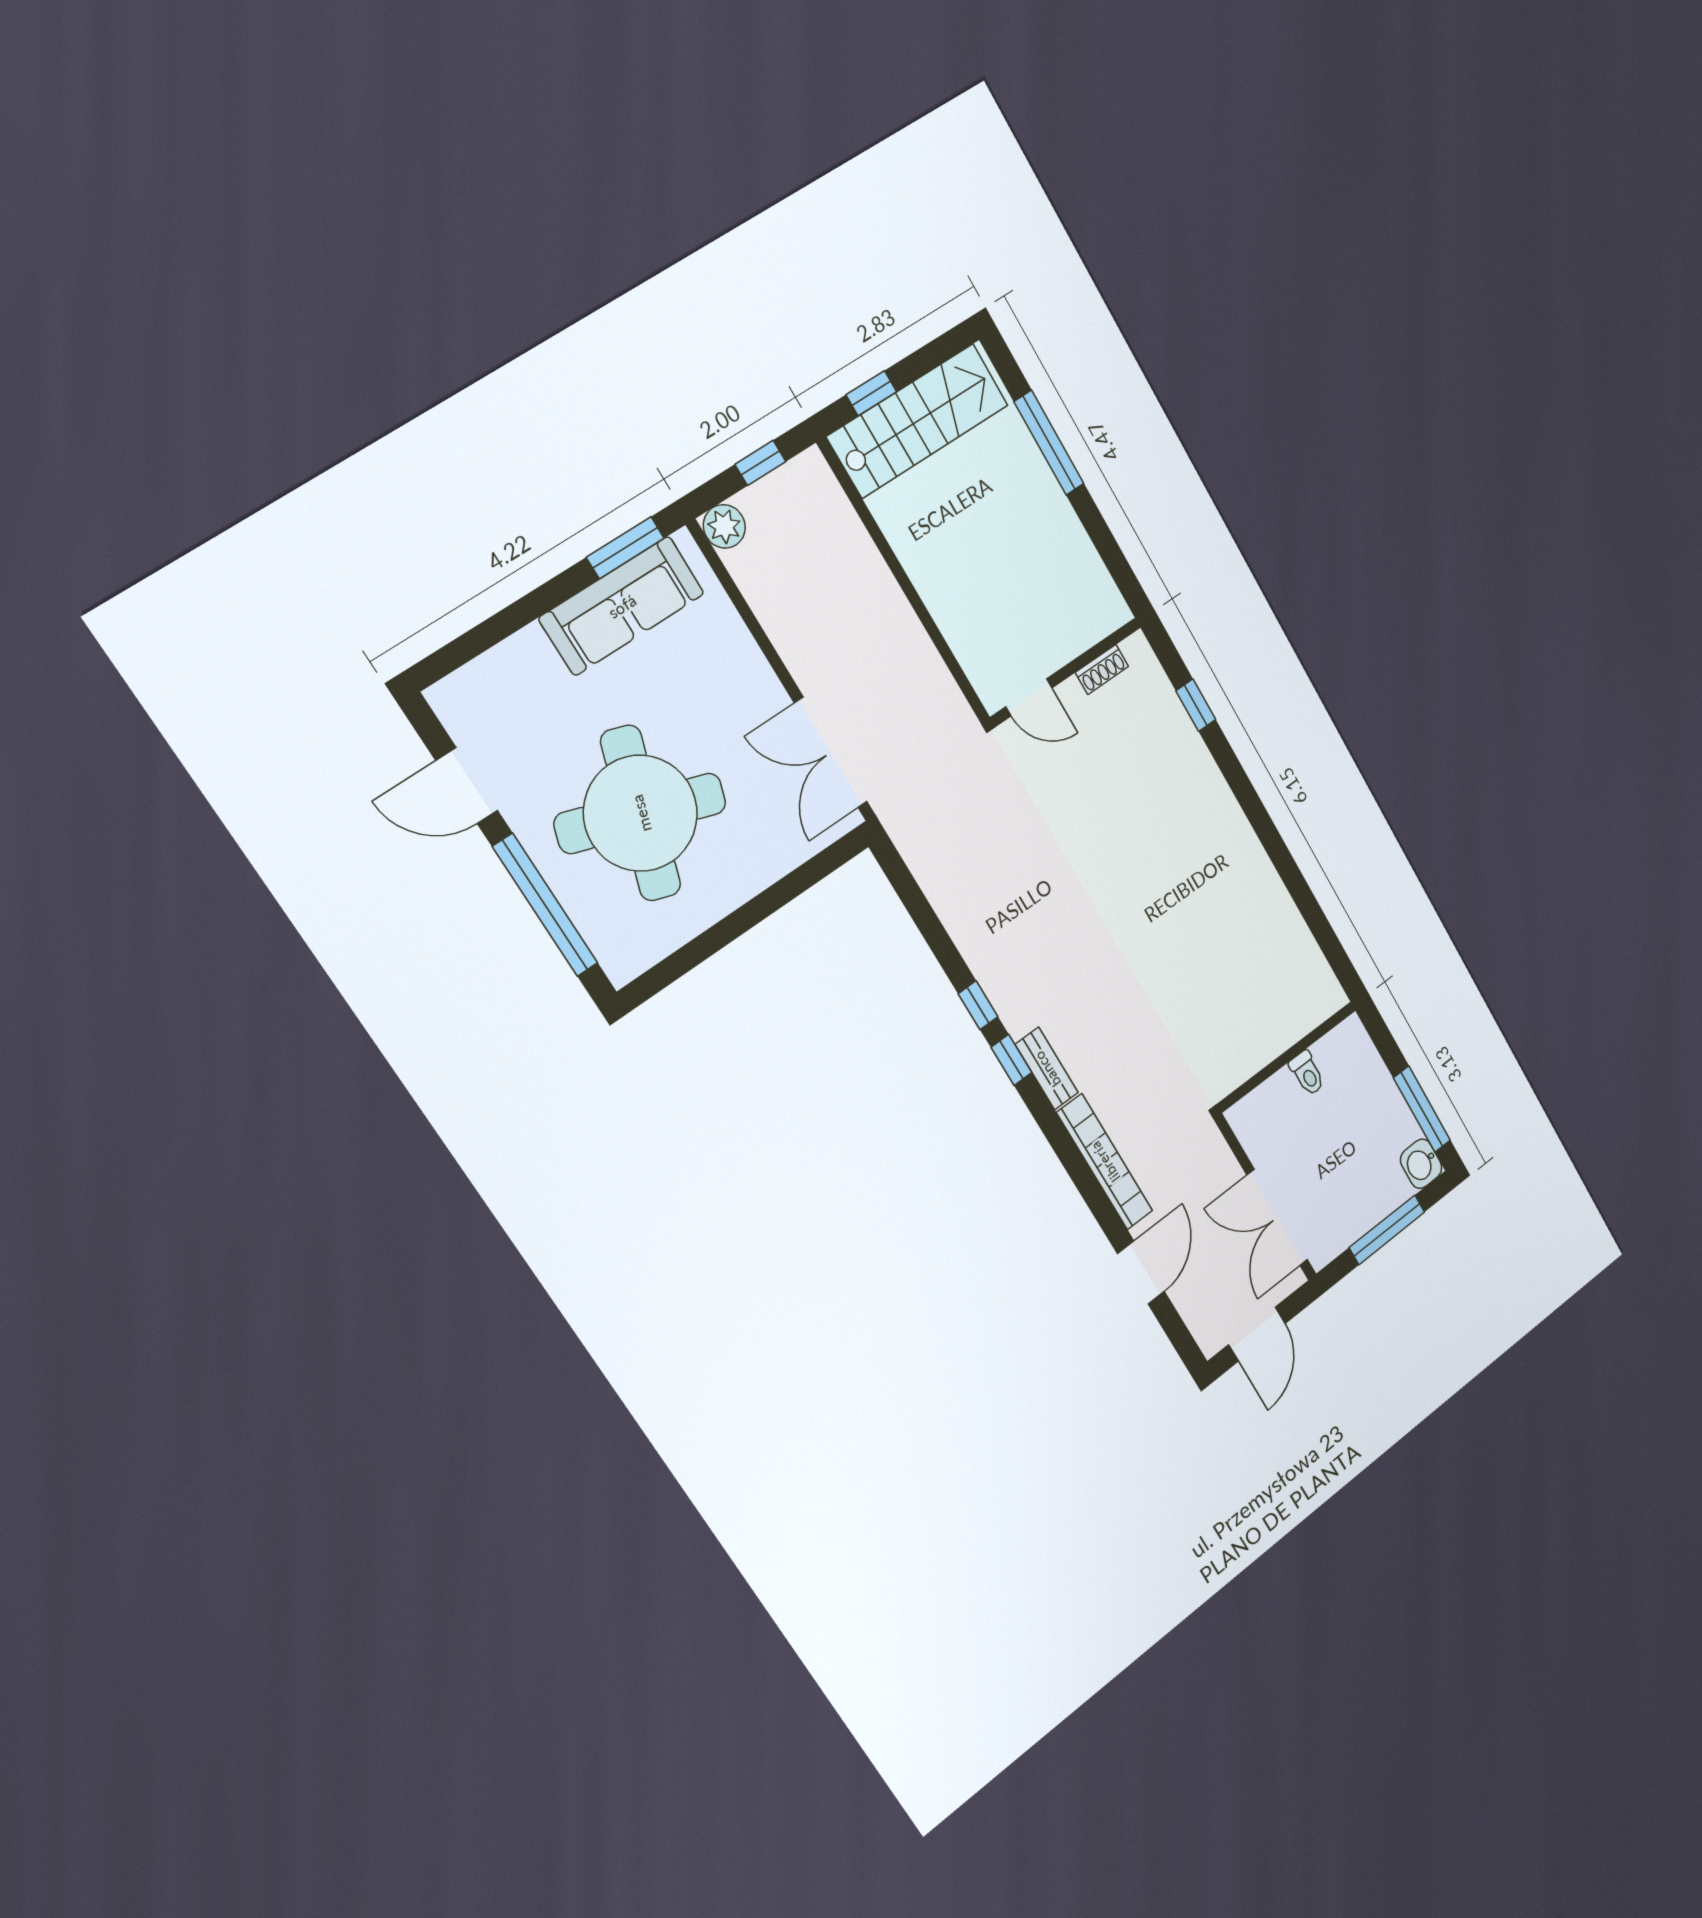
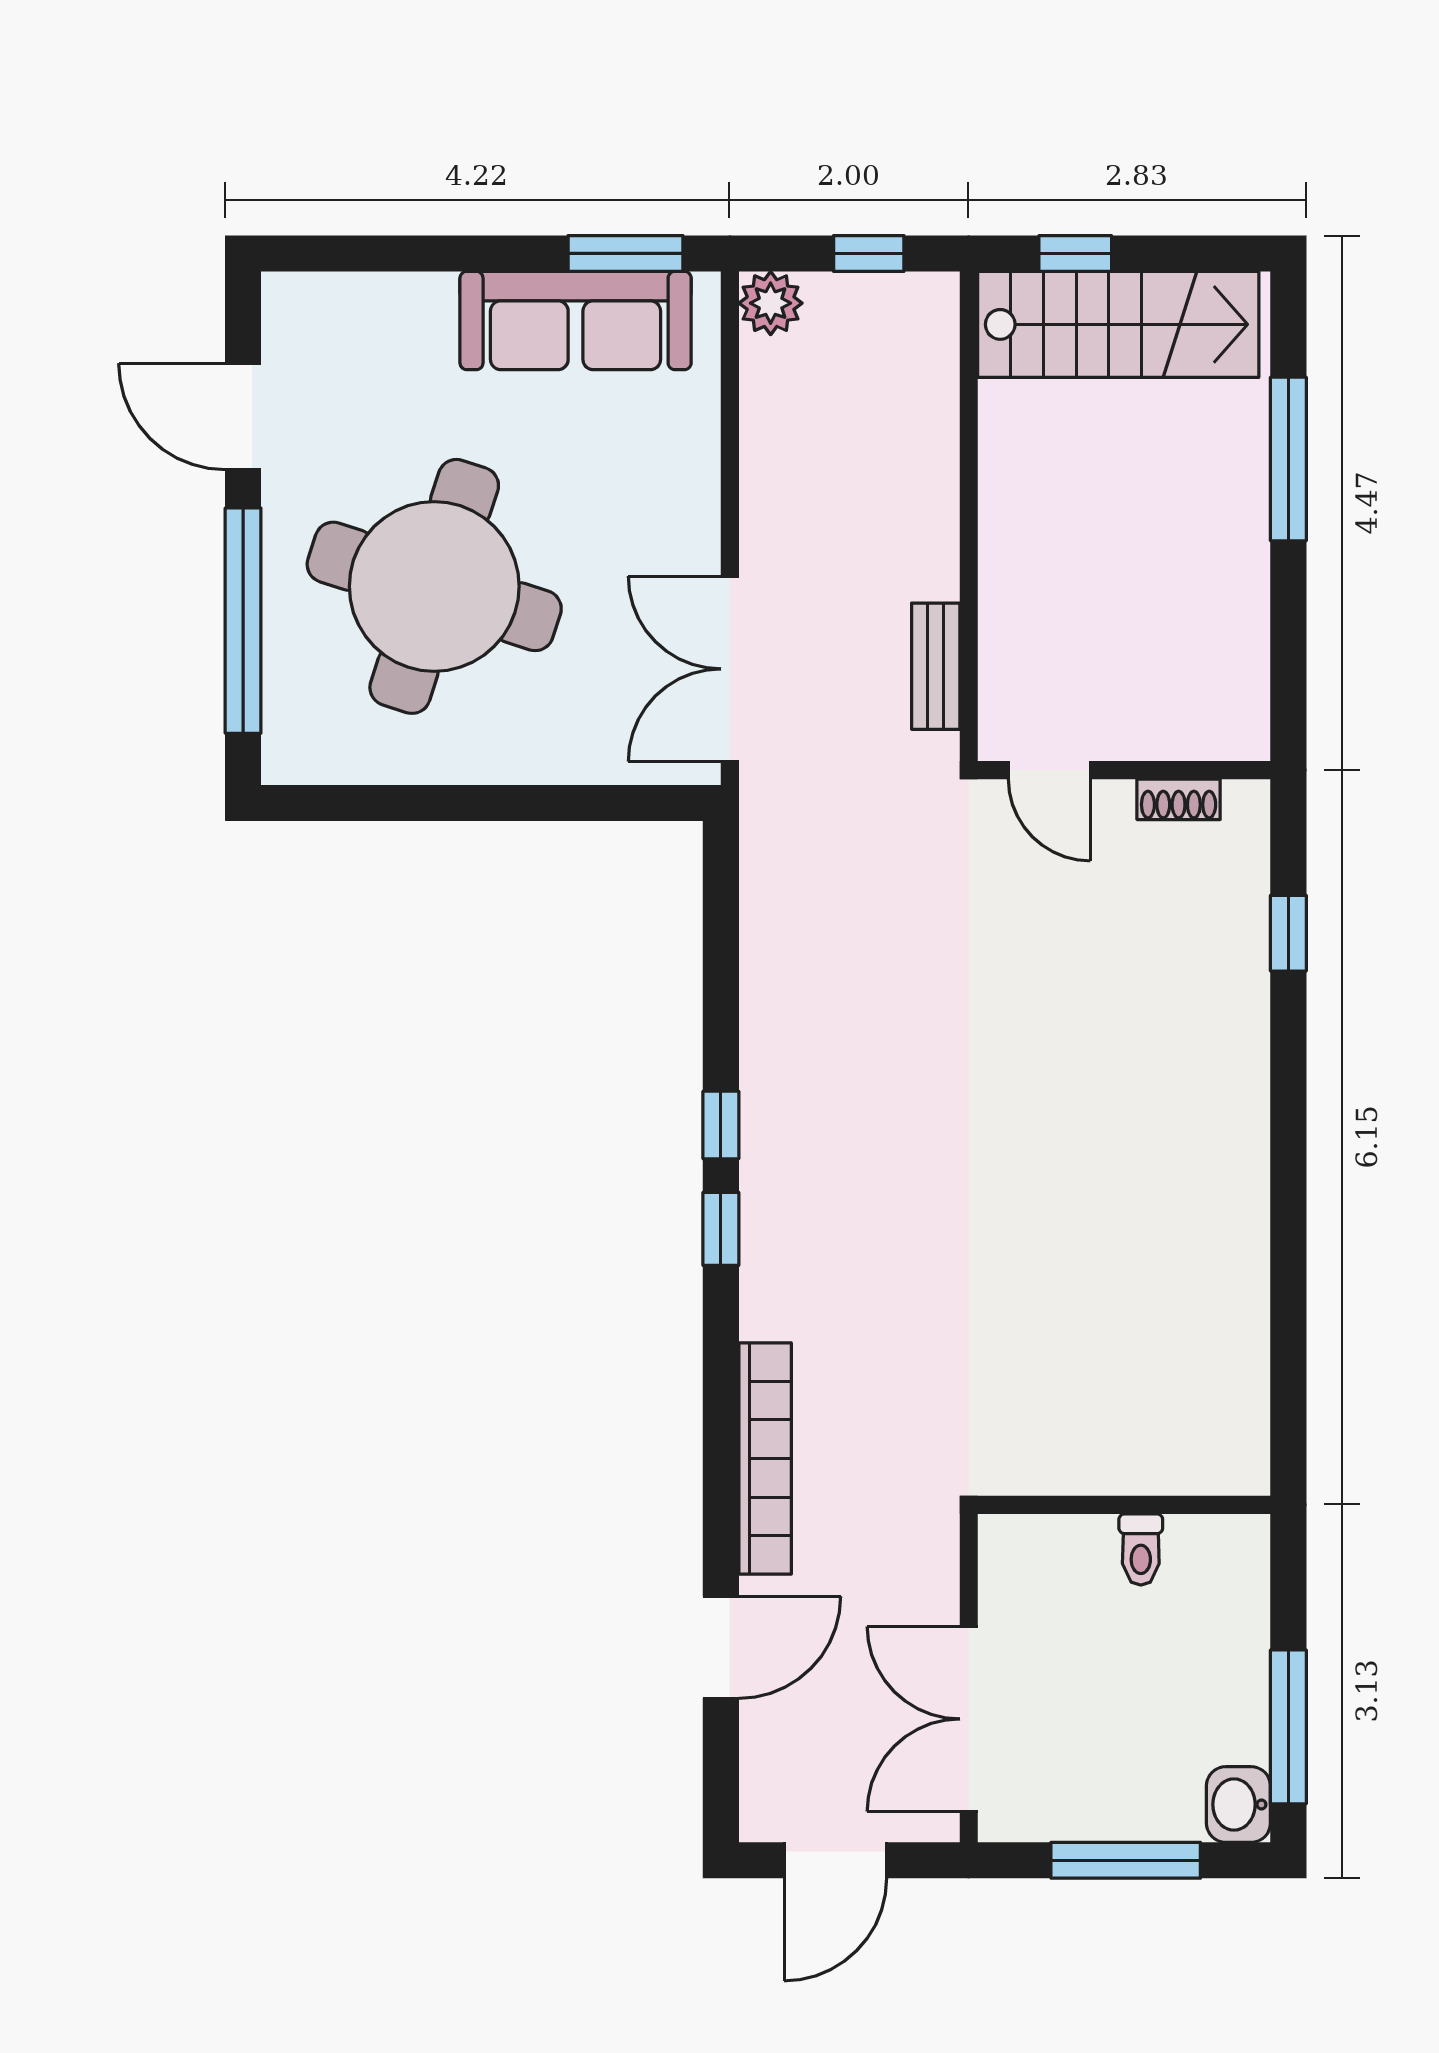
bench: (1047, 1069) -> (936, 666), moved

